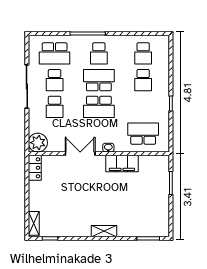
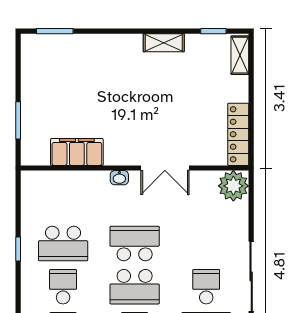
school desk: (55, 107) -> (206, 244), removed
school desk: (143, 134) -> (63, 244), moved
filing cabinet: (122, 163) -> (77, 152), moved
locker: (35, 168) -> (238, 134), width x1.53
shelving: (104, 231) -> (164, 43), moved

